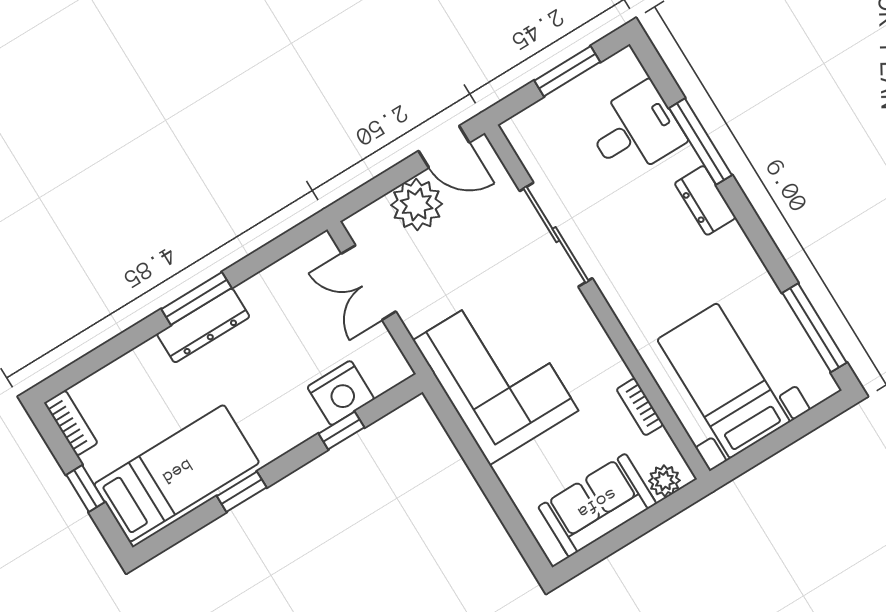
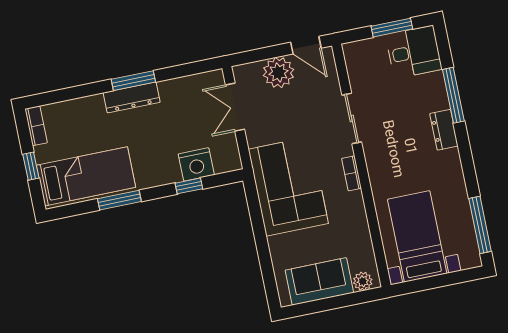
desk: (635, 130) -> (414, 52), moved
sliding door: (556, 235) -> (352, 118), width x0.73
bookcase: (640, 407) -> (352, 173), moved
window: (242, 492) -> (119, 200), width x1.50

